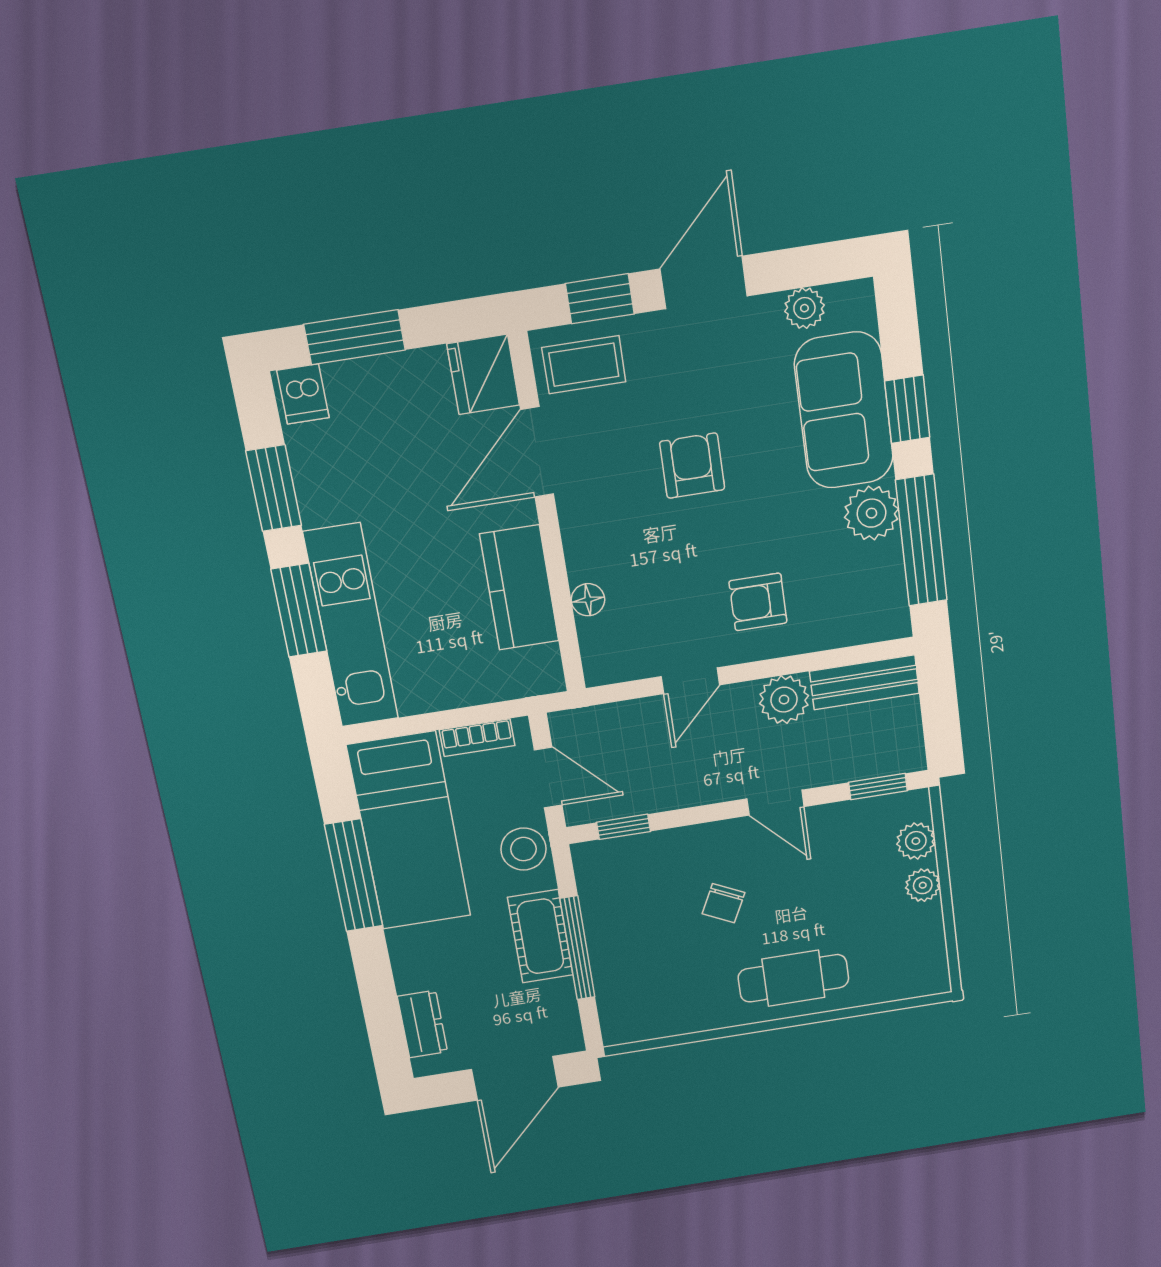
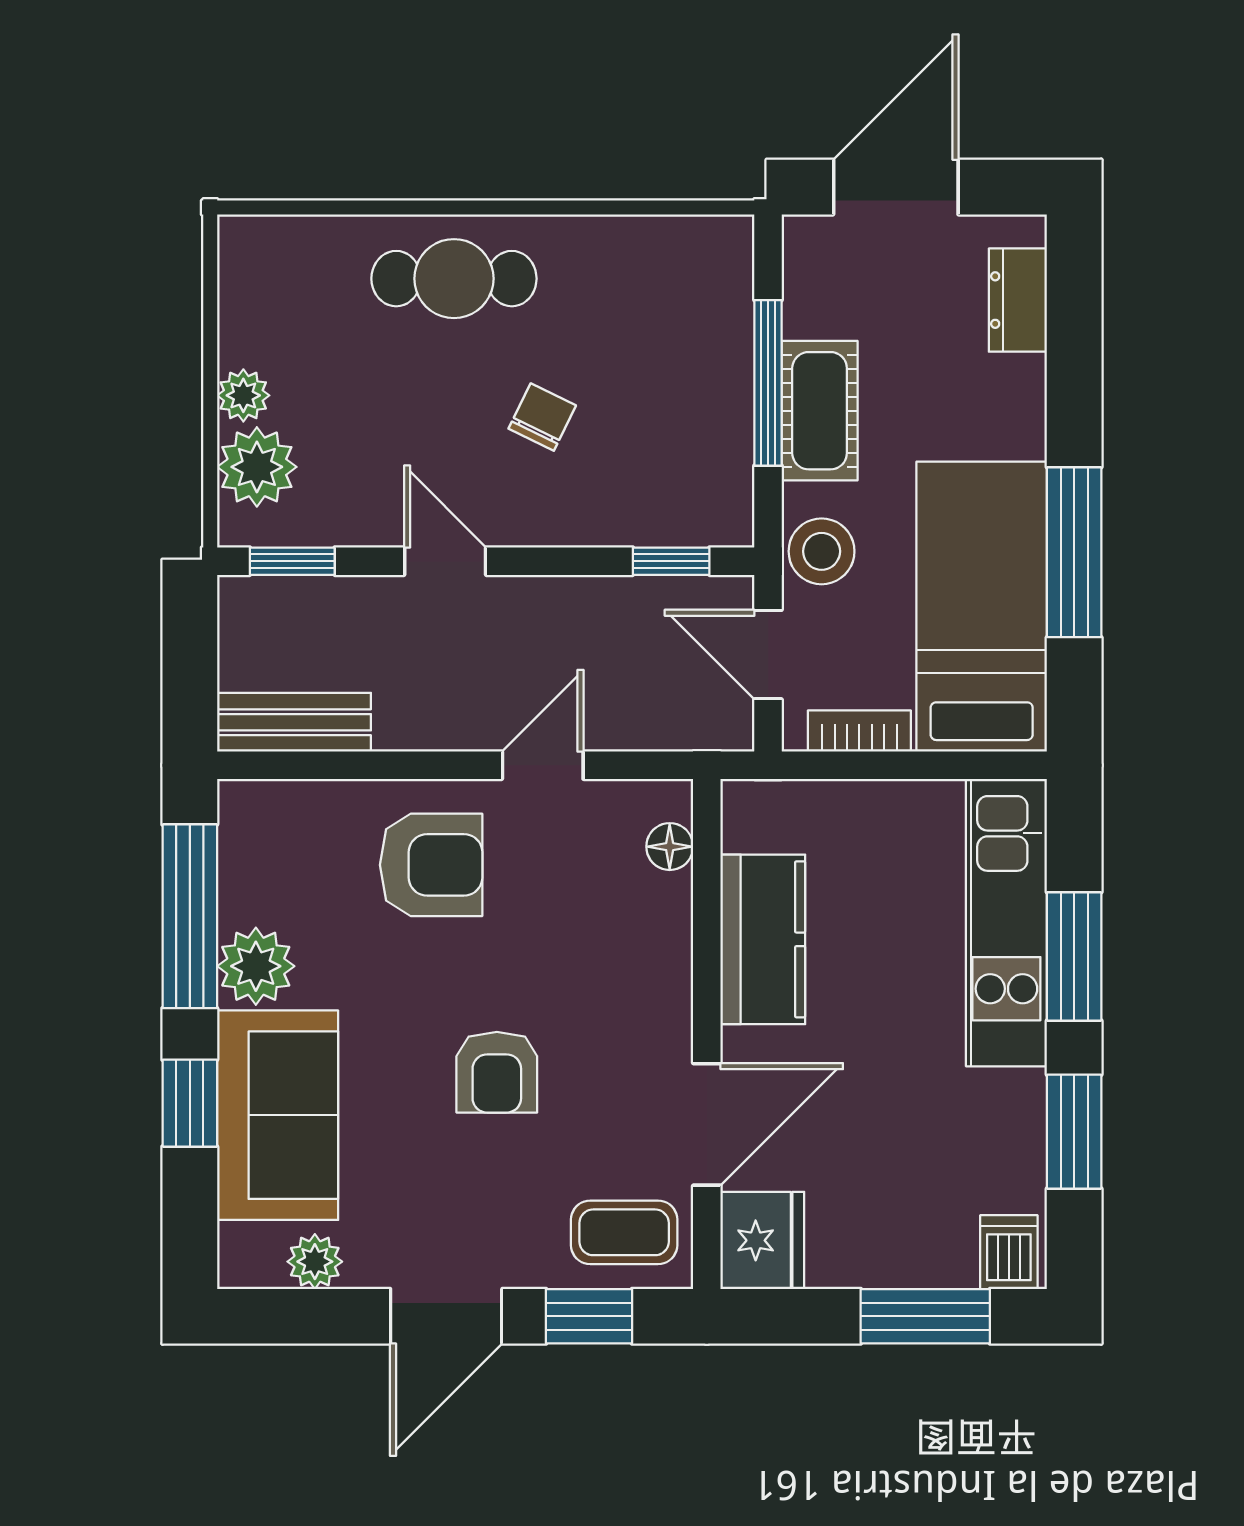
floor lamp: (588, 600) -> (670, 847), moved
armchair: (758, 602) -> (431, 865), width x1.38, depth x1.38
plant: (784, 700) -> (413, 715), removed
plant: (916, 841) -> (257, 467), width x1.38, depth x1.38

